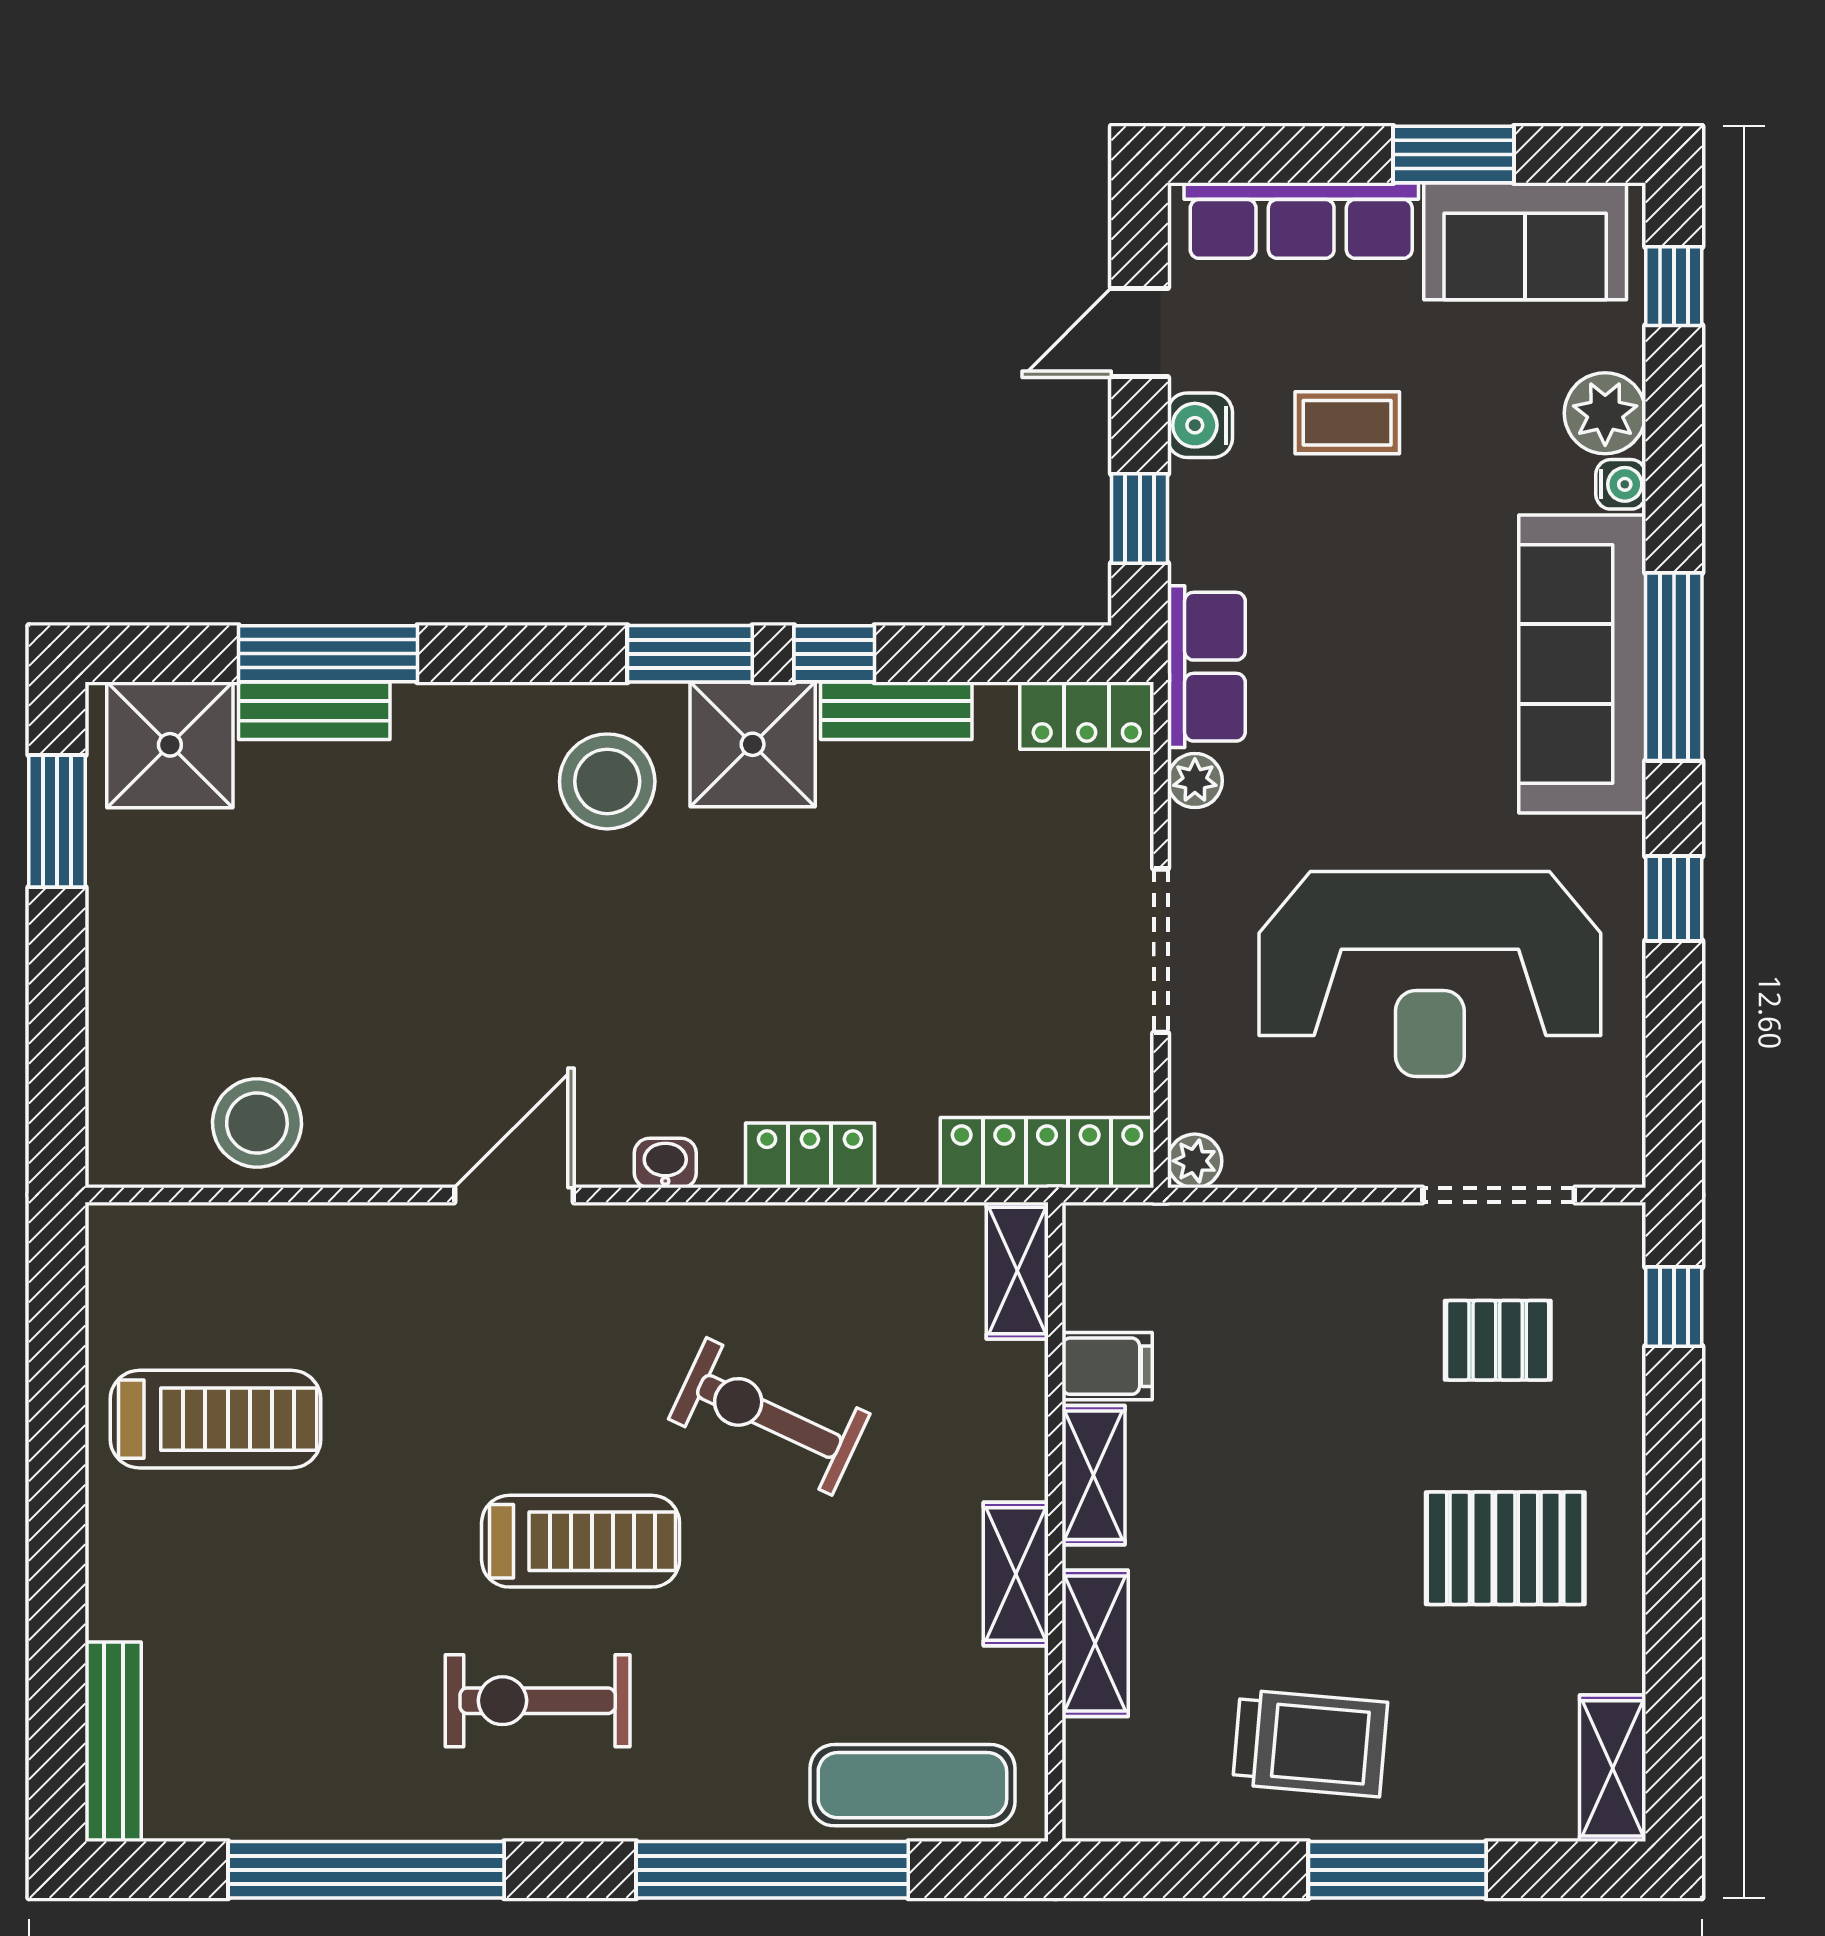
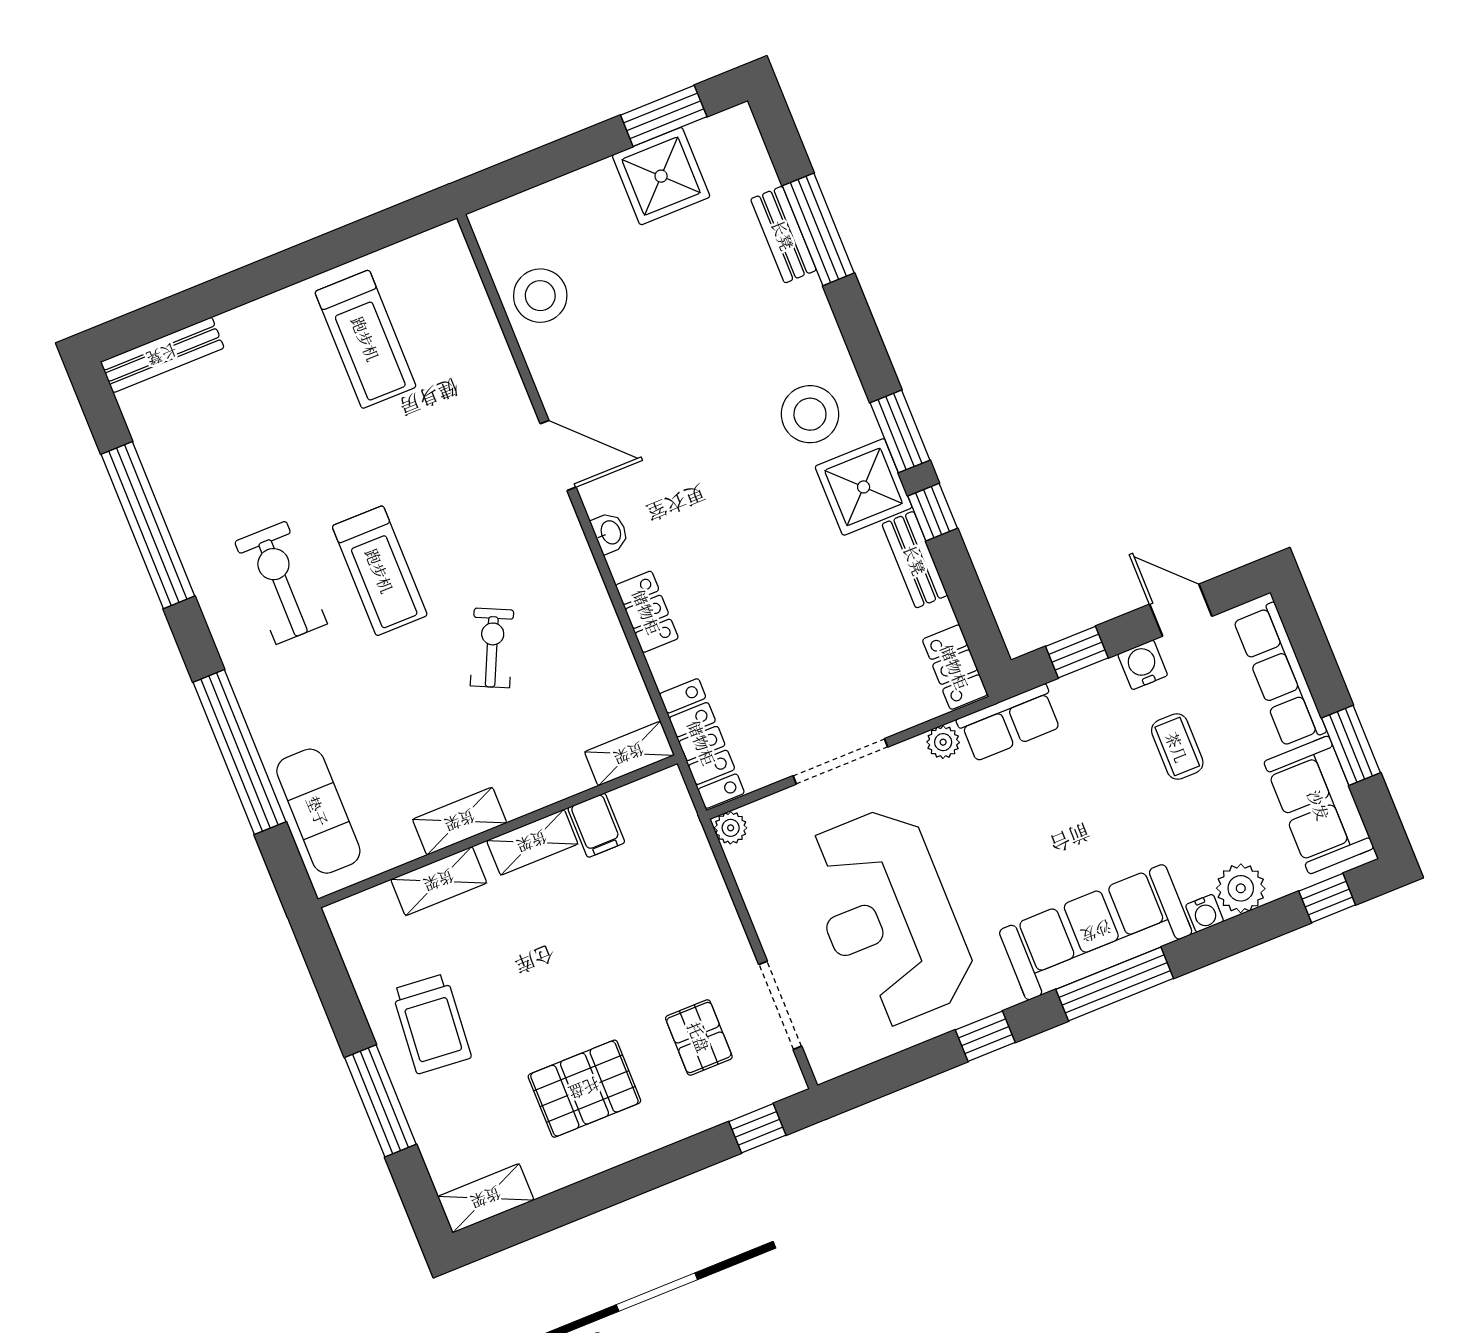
shower: (170, 745) -> (661, 176), moved
exercise bike: (769, 1416) -> (492, 648), width x0.73, depth x0.72
pallet: (1505, 1548) -> (584, 1089), turned 90

